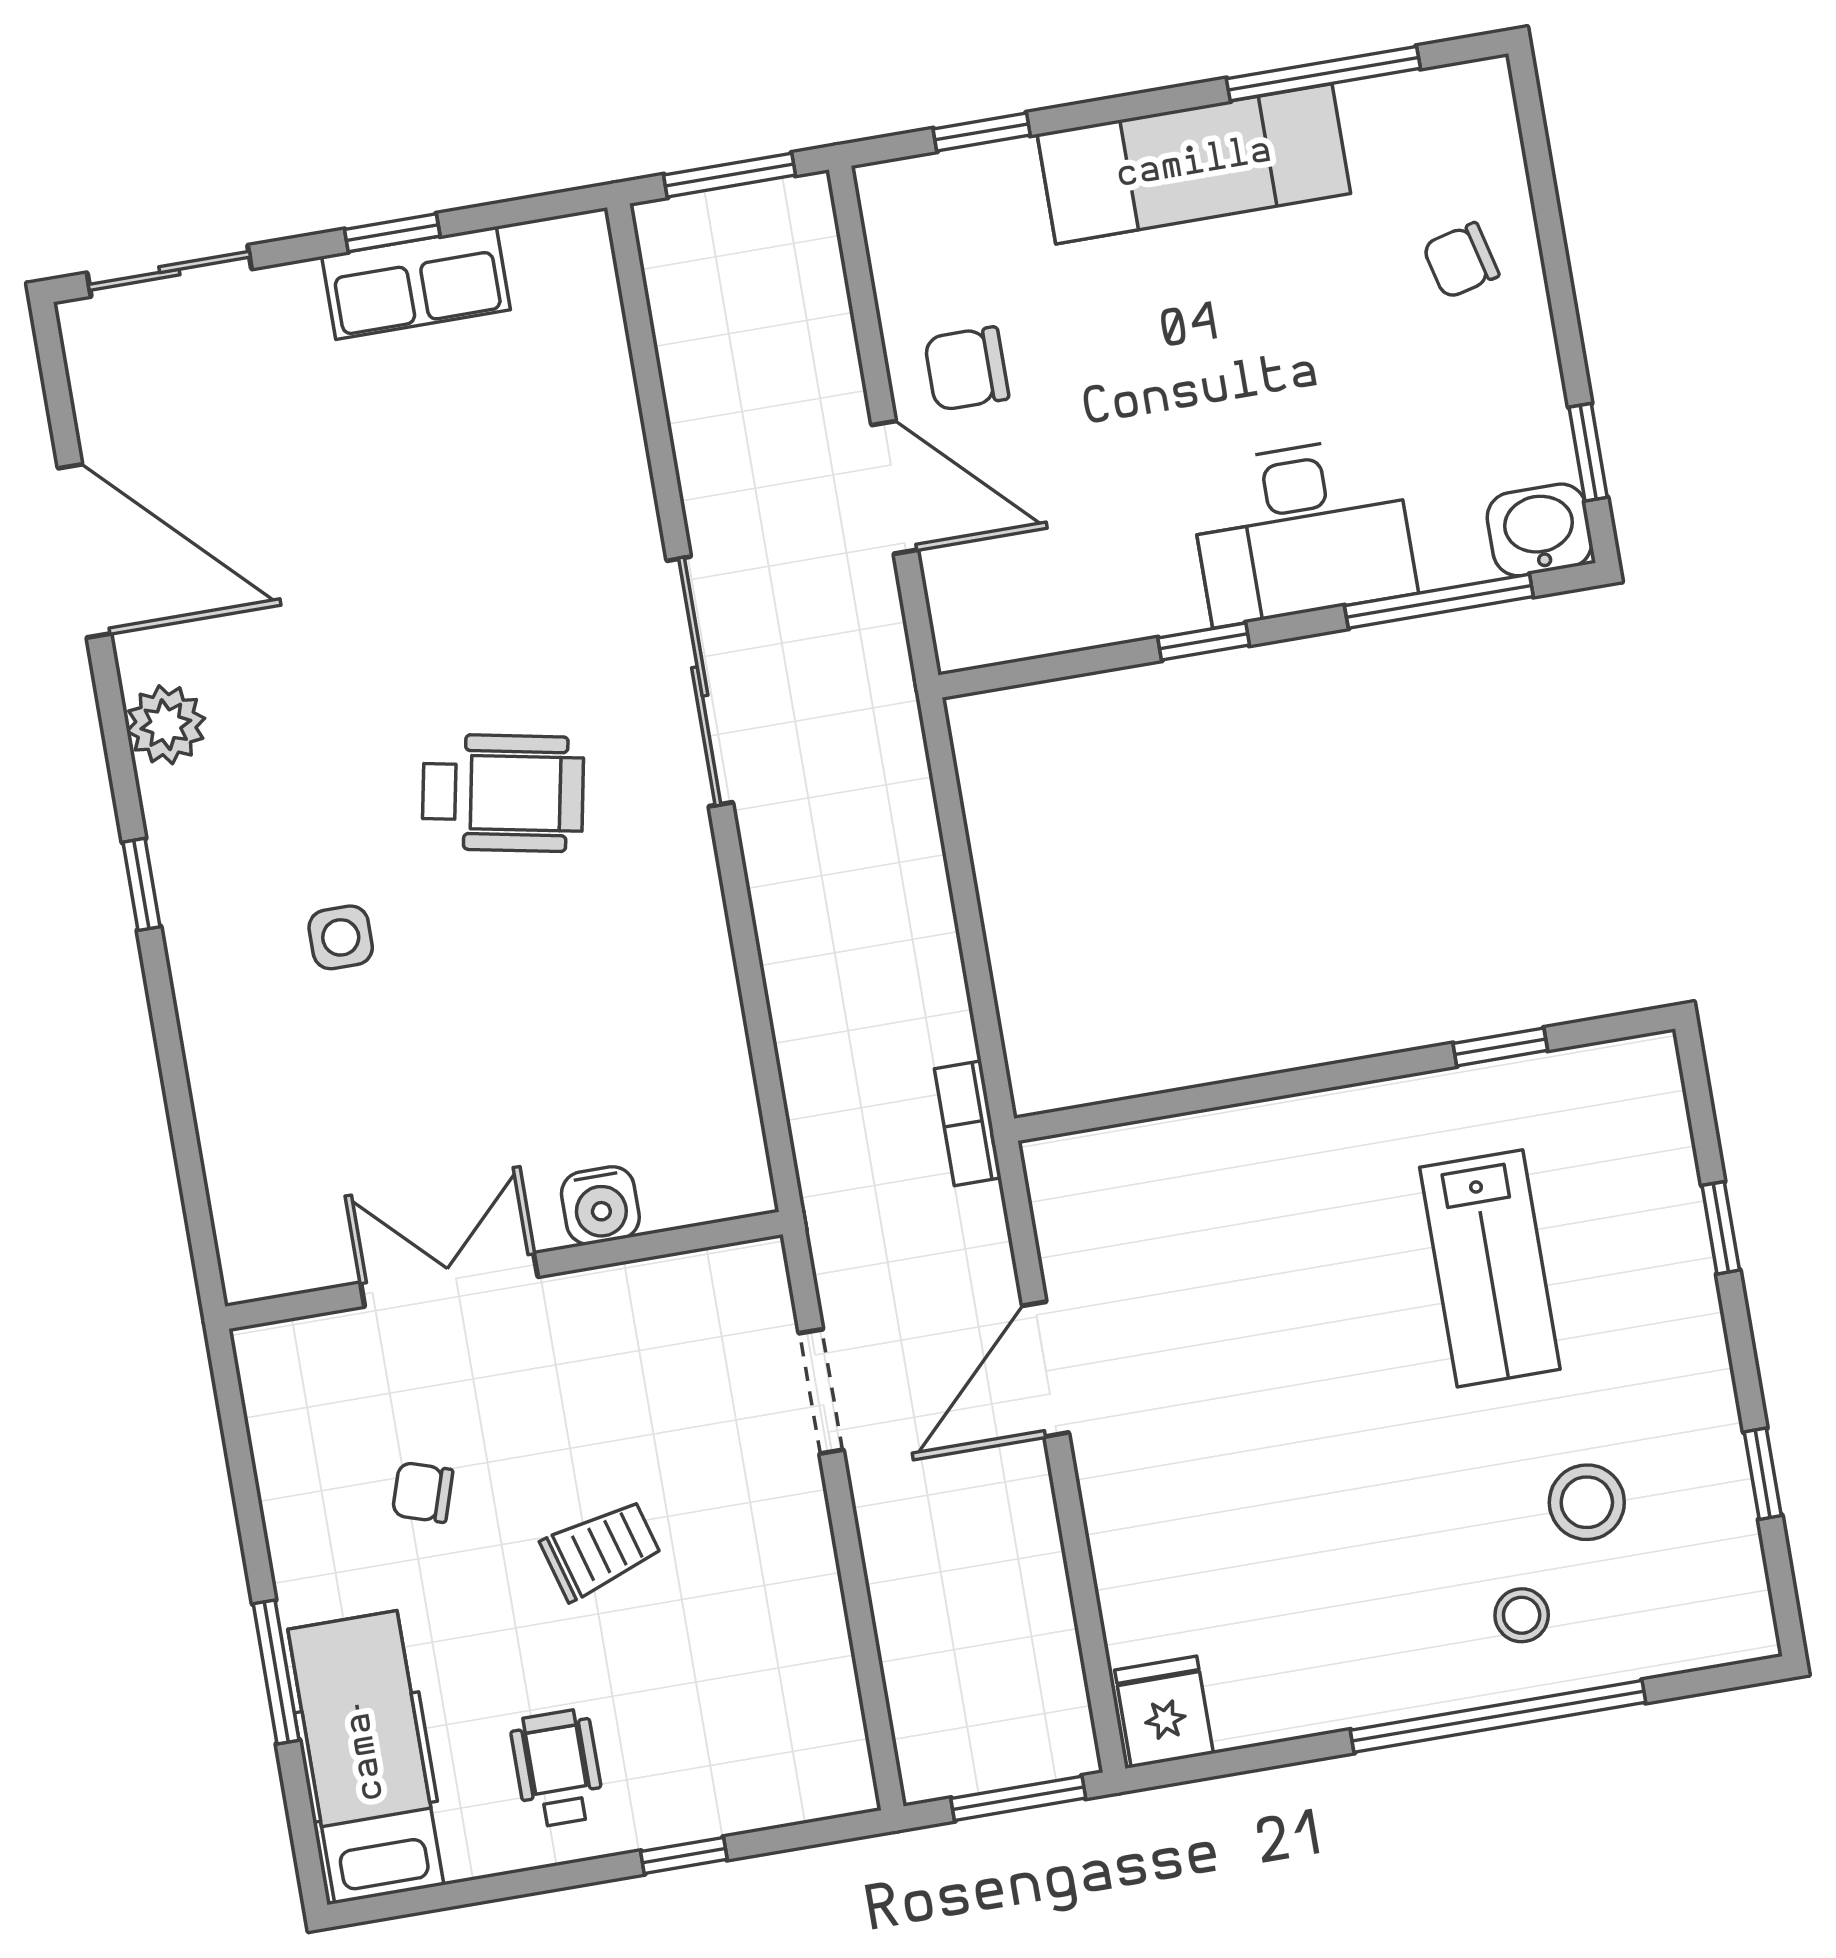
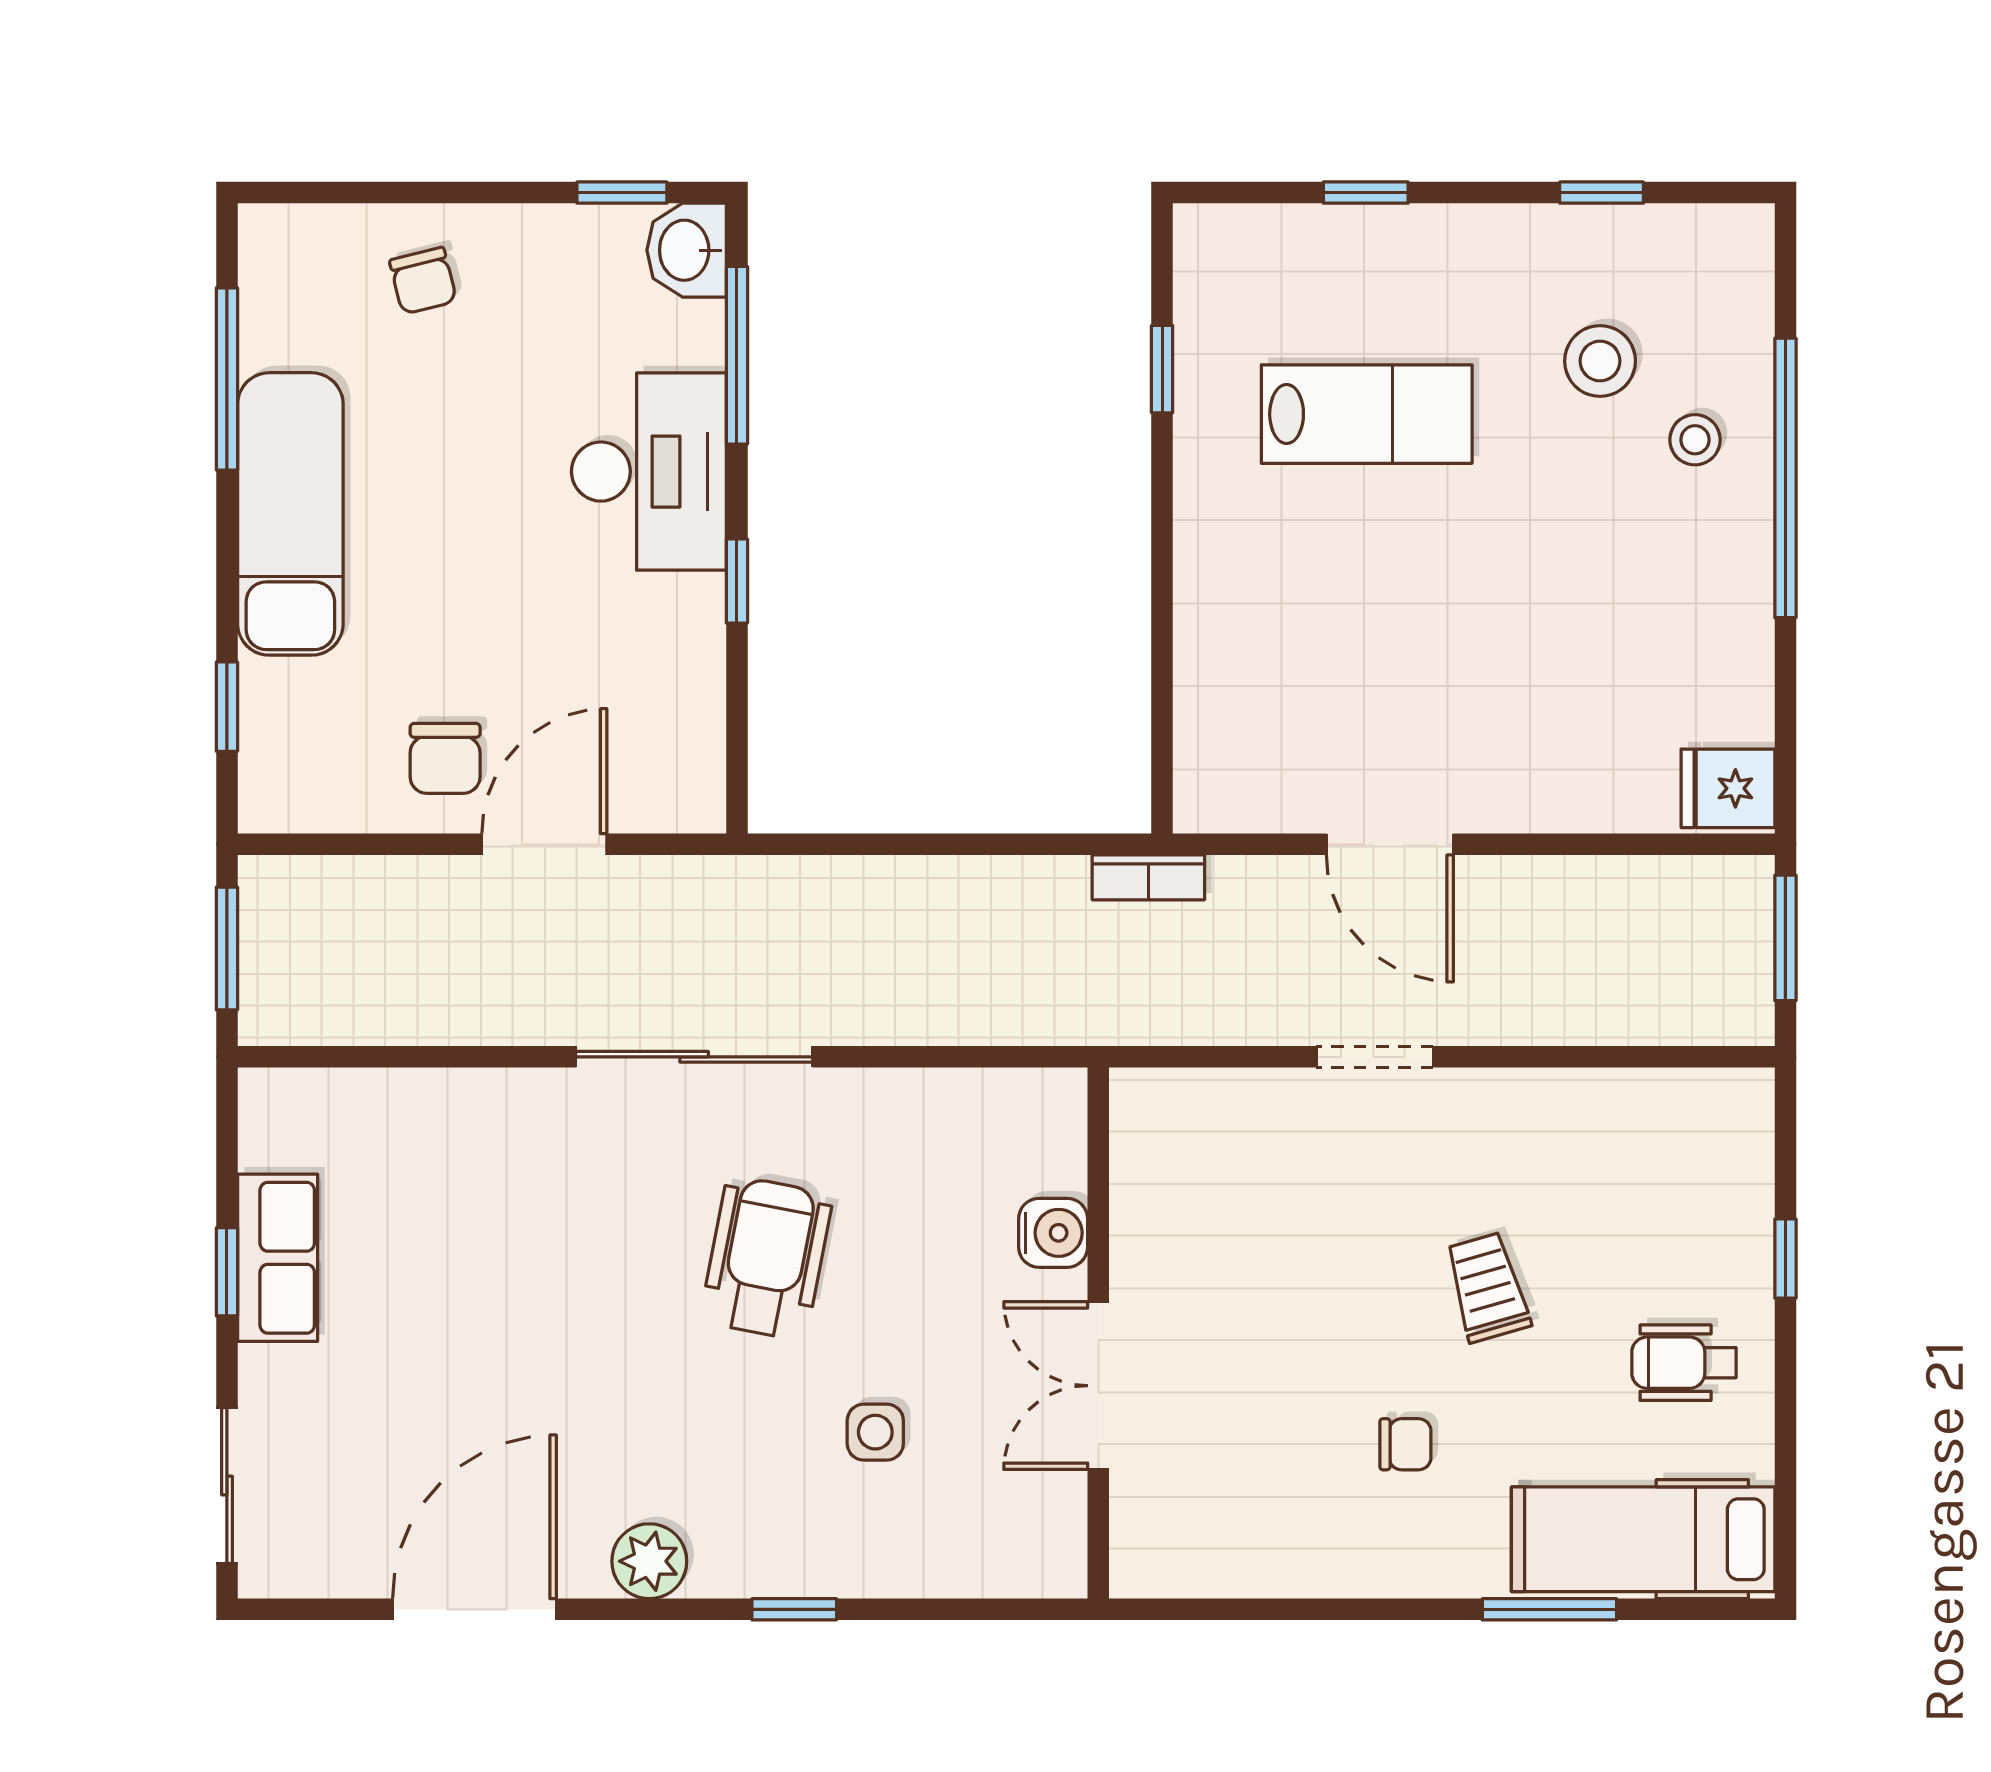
water cooler: (600, 1205) -> (1053, 1233), moved
wall: (504, 1270) -> (1098, 1333), moved
double door: (449, 1280) -> (1098, 1386), moved
chair: (423, 1492) -> (1405, 1444), turned -108

